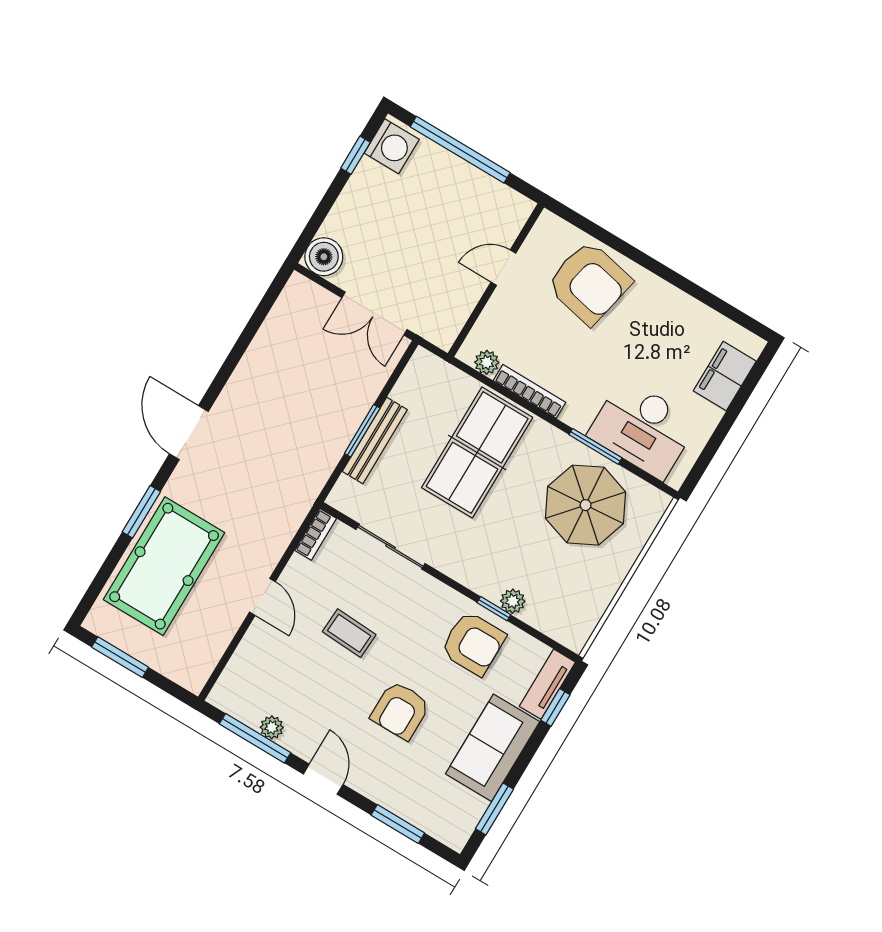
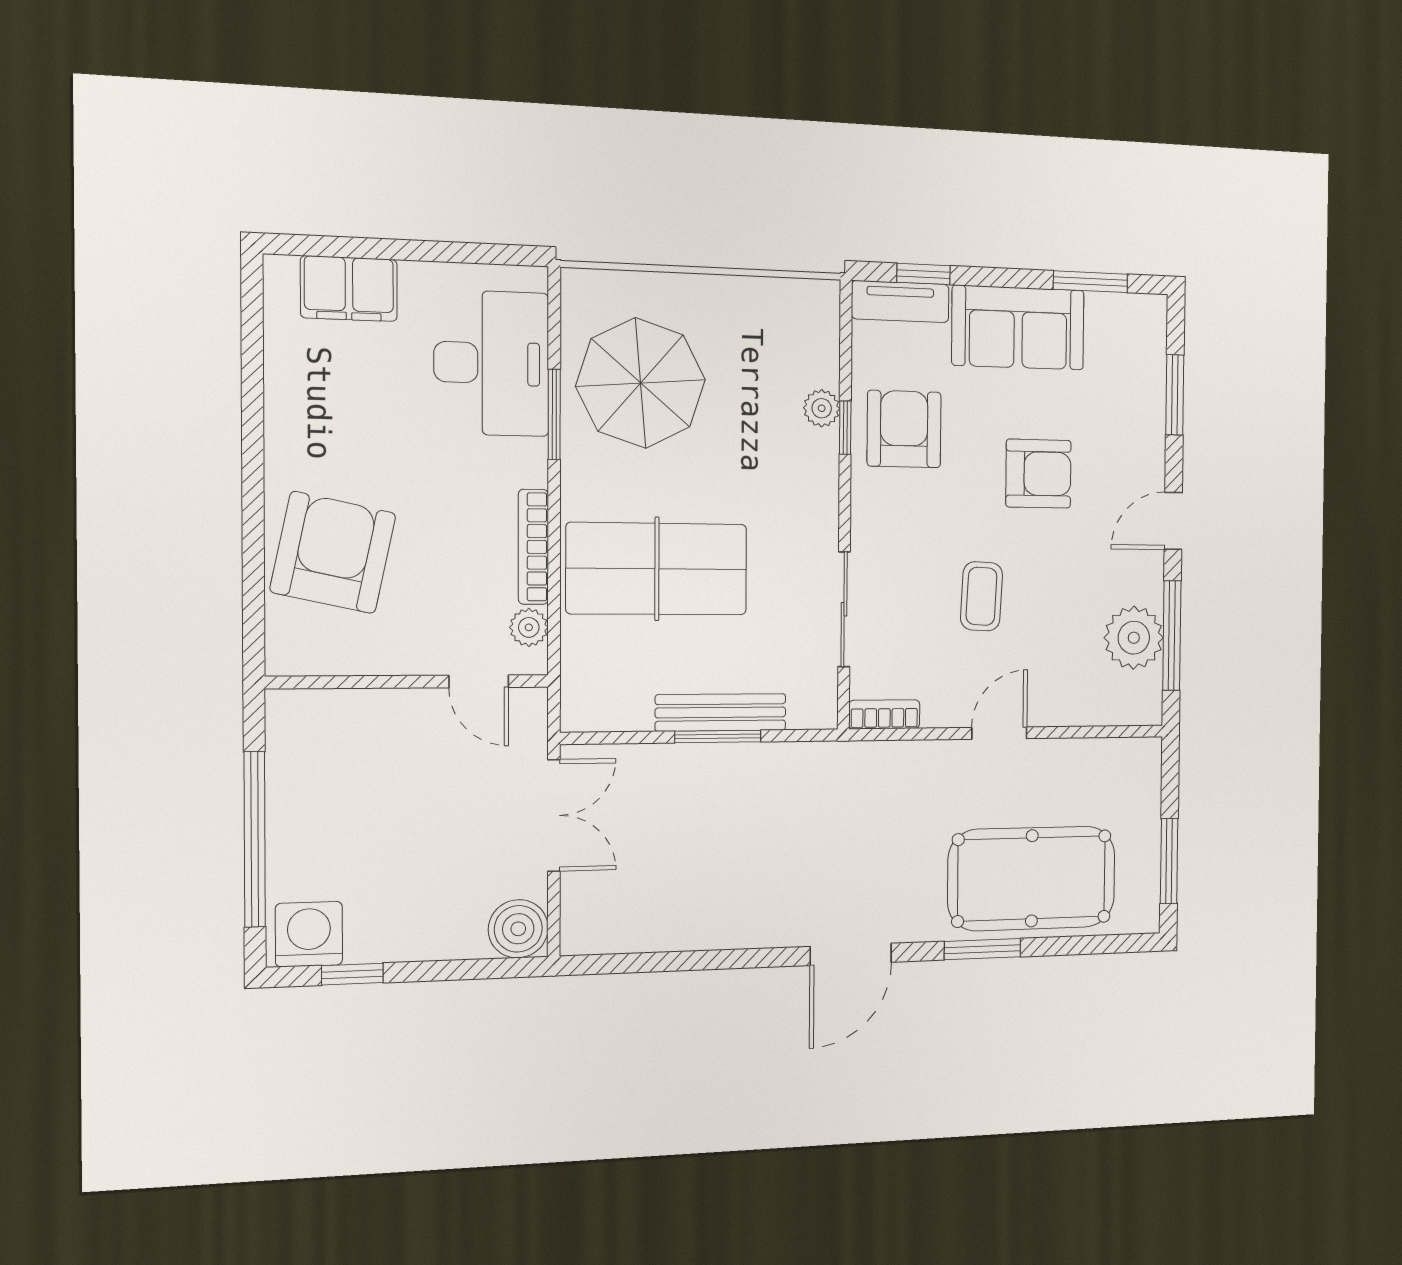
door: (503, 268) -> (479, 681), moved
plant: (272, 727) -> (1134, 638), width x1.87, depth x1.87

